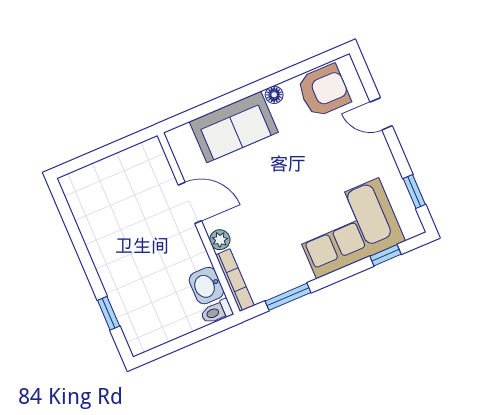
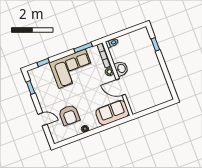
armchair: (324, 91) -> (69, 115), moved, turned -90
sofa: (234, 127) -> (112, 113), moved
corner sofa: (348, 228) -> (72, 69), moved
washbasin: (206, 286) -> (121, 69), moved

